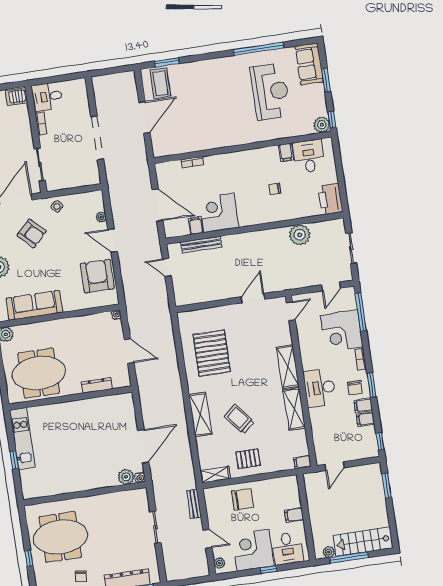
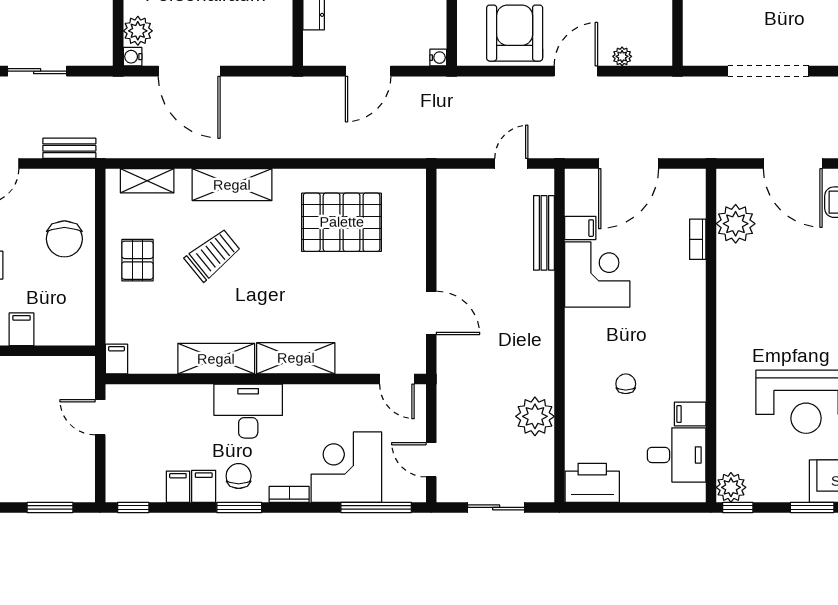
plant: (181, 143) -> (736, 224), added
armchair: (97, 276) -> (515, 33), turned -90
chair: (355, 388) -> (239, 476), turned 90
shelving: (215, 475) -> (147, 181), moved, turned 90

